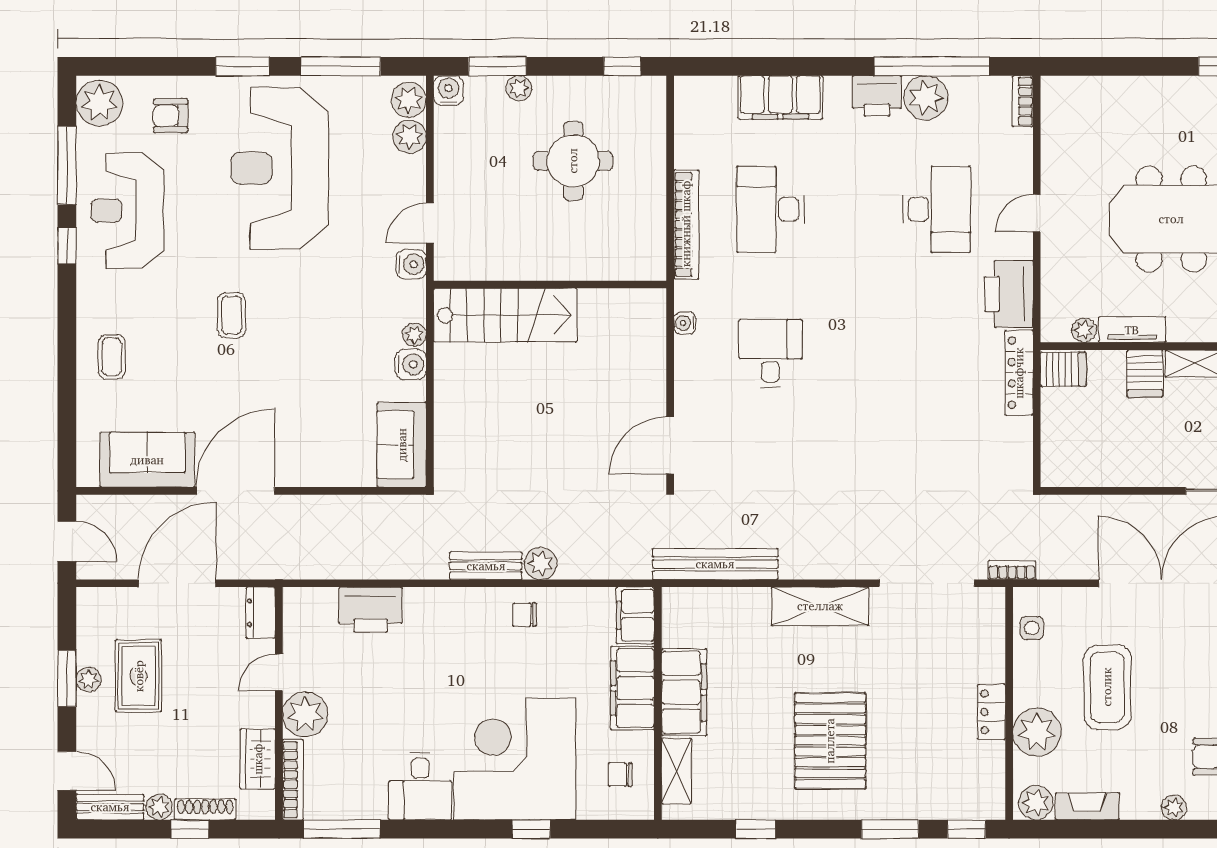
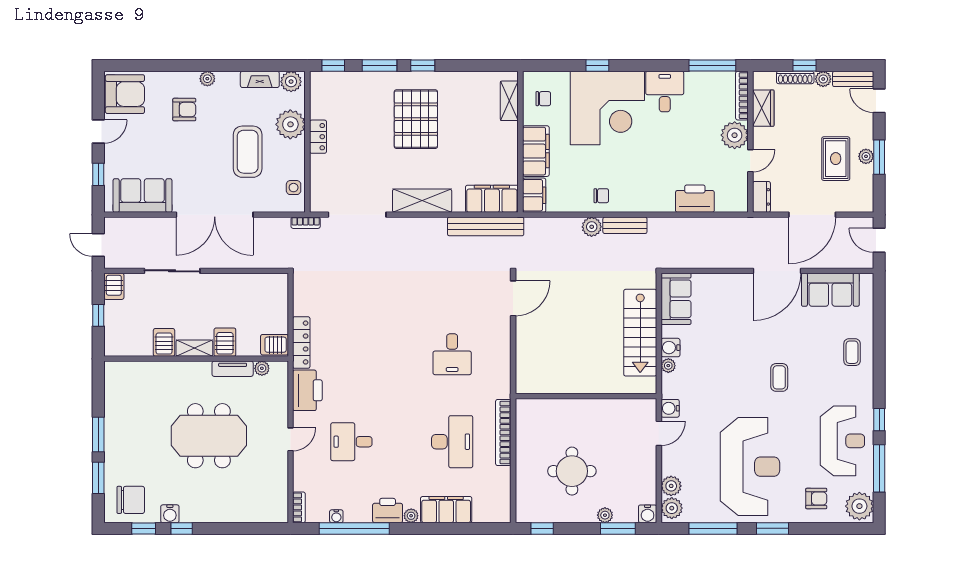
plant: (926, 98) -> (411, 516), moved, width x0.53, depth x0.53
desk: (937, 209) -> (351, 442), width x0.73
stairs: (505, 315) -> (640, 333), moved, turned -90
water cooler: (685, 323) -> (336, 516), moved, turned 90
filing cabinet: (684, 692) -> (492, 199), moved, turned 90
window: (756, 829) -> (423, 66), moved

